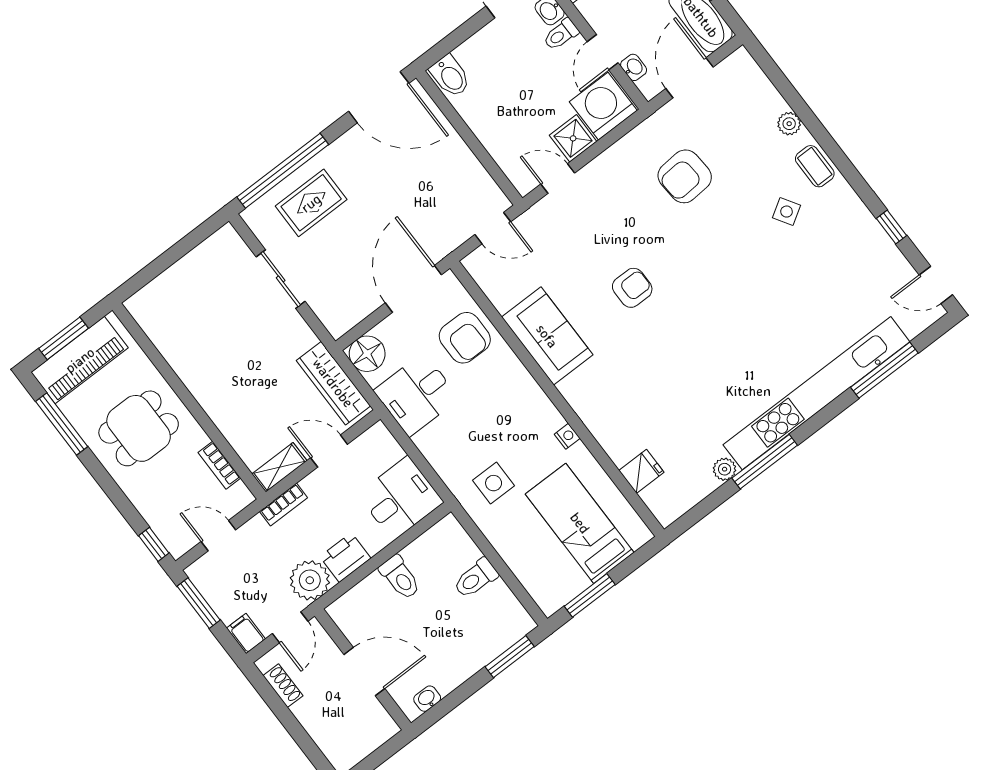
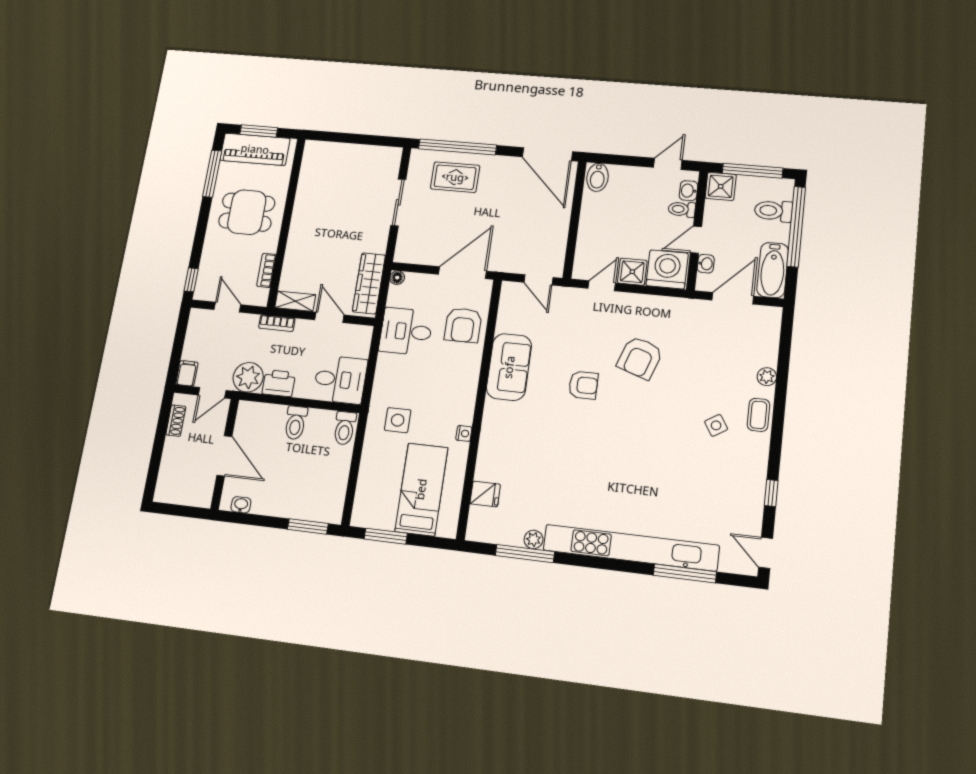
armchair: (685, 176) -> (640, 358), moved, turned -67
door: (558, 178) -> (602, 286), hinge flipped
floor lamp: (367, 354) -> (397, 278), width x0.53, depth x0.53
window: (765, 462) -> (525, 554), moved
toilet: (476, 578) -> (345, 428), moved, turned -90
window: (199, 603) -> (181, 333), removed

